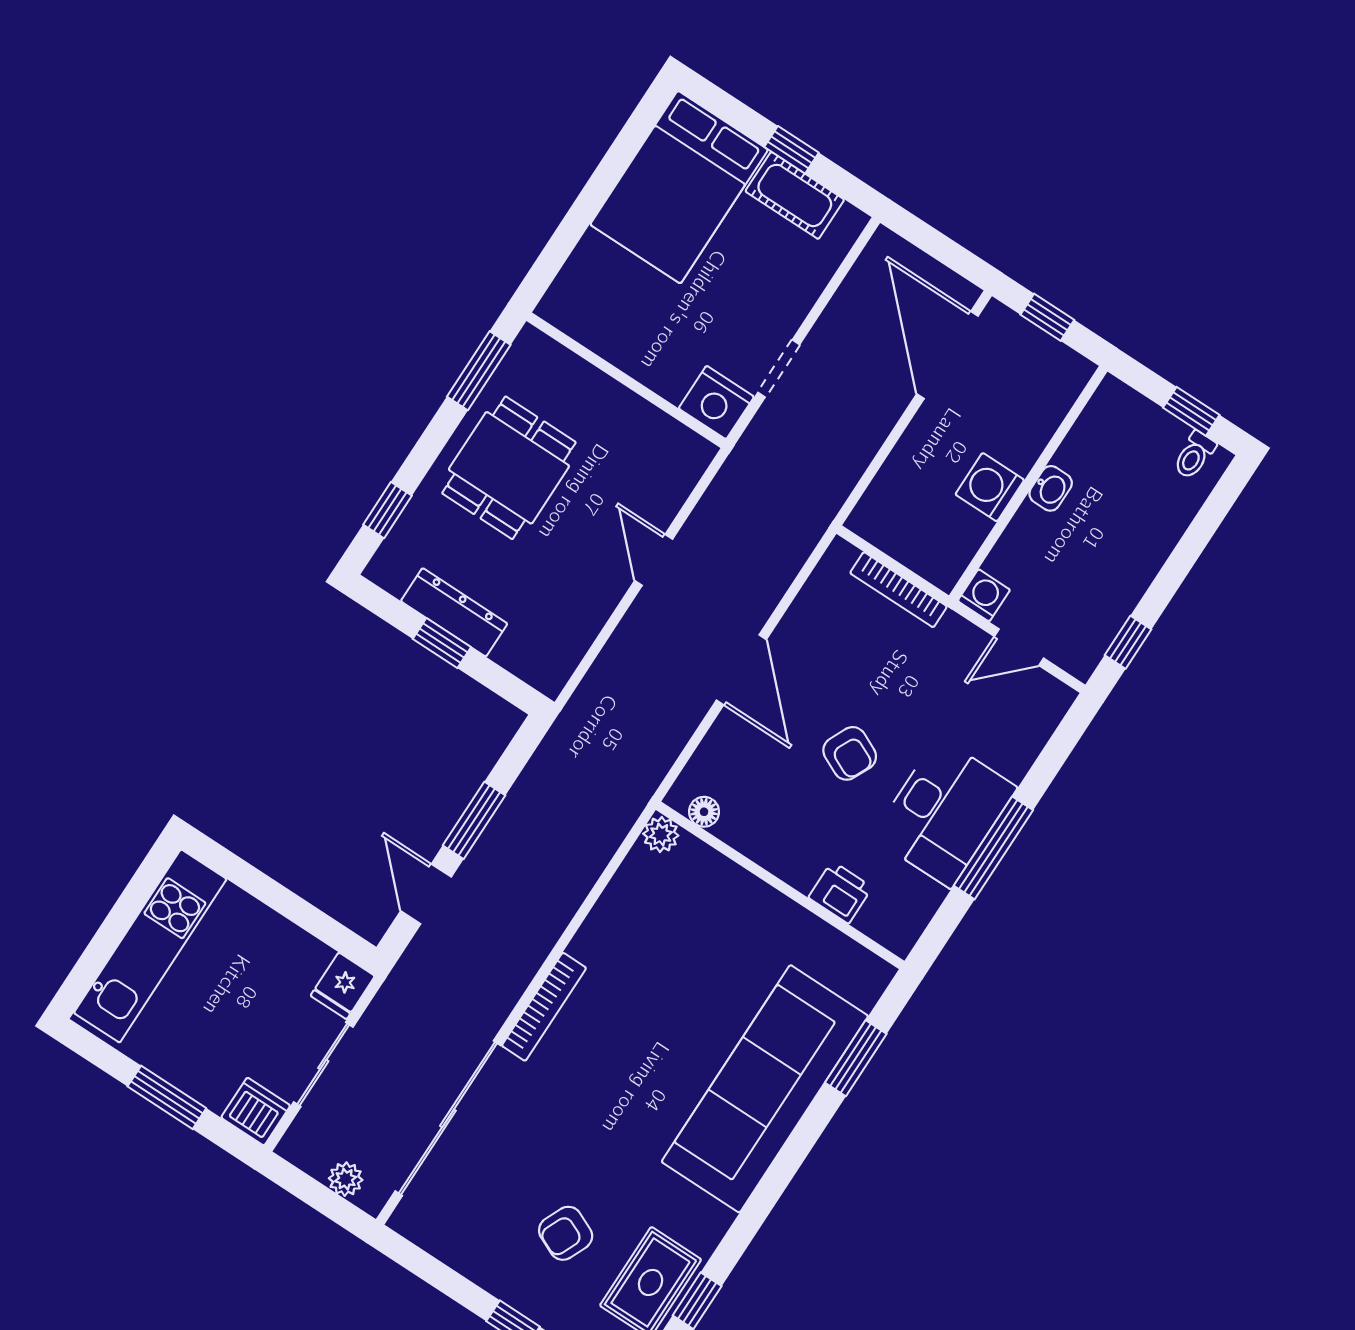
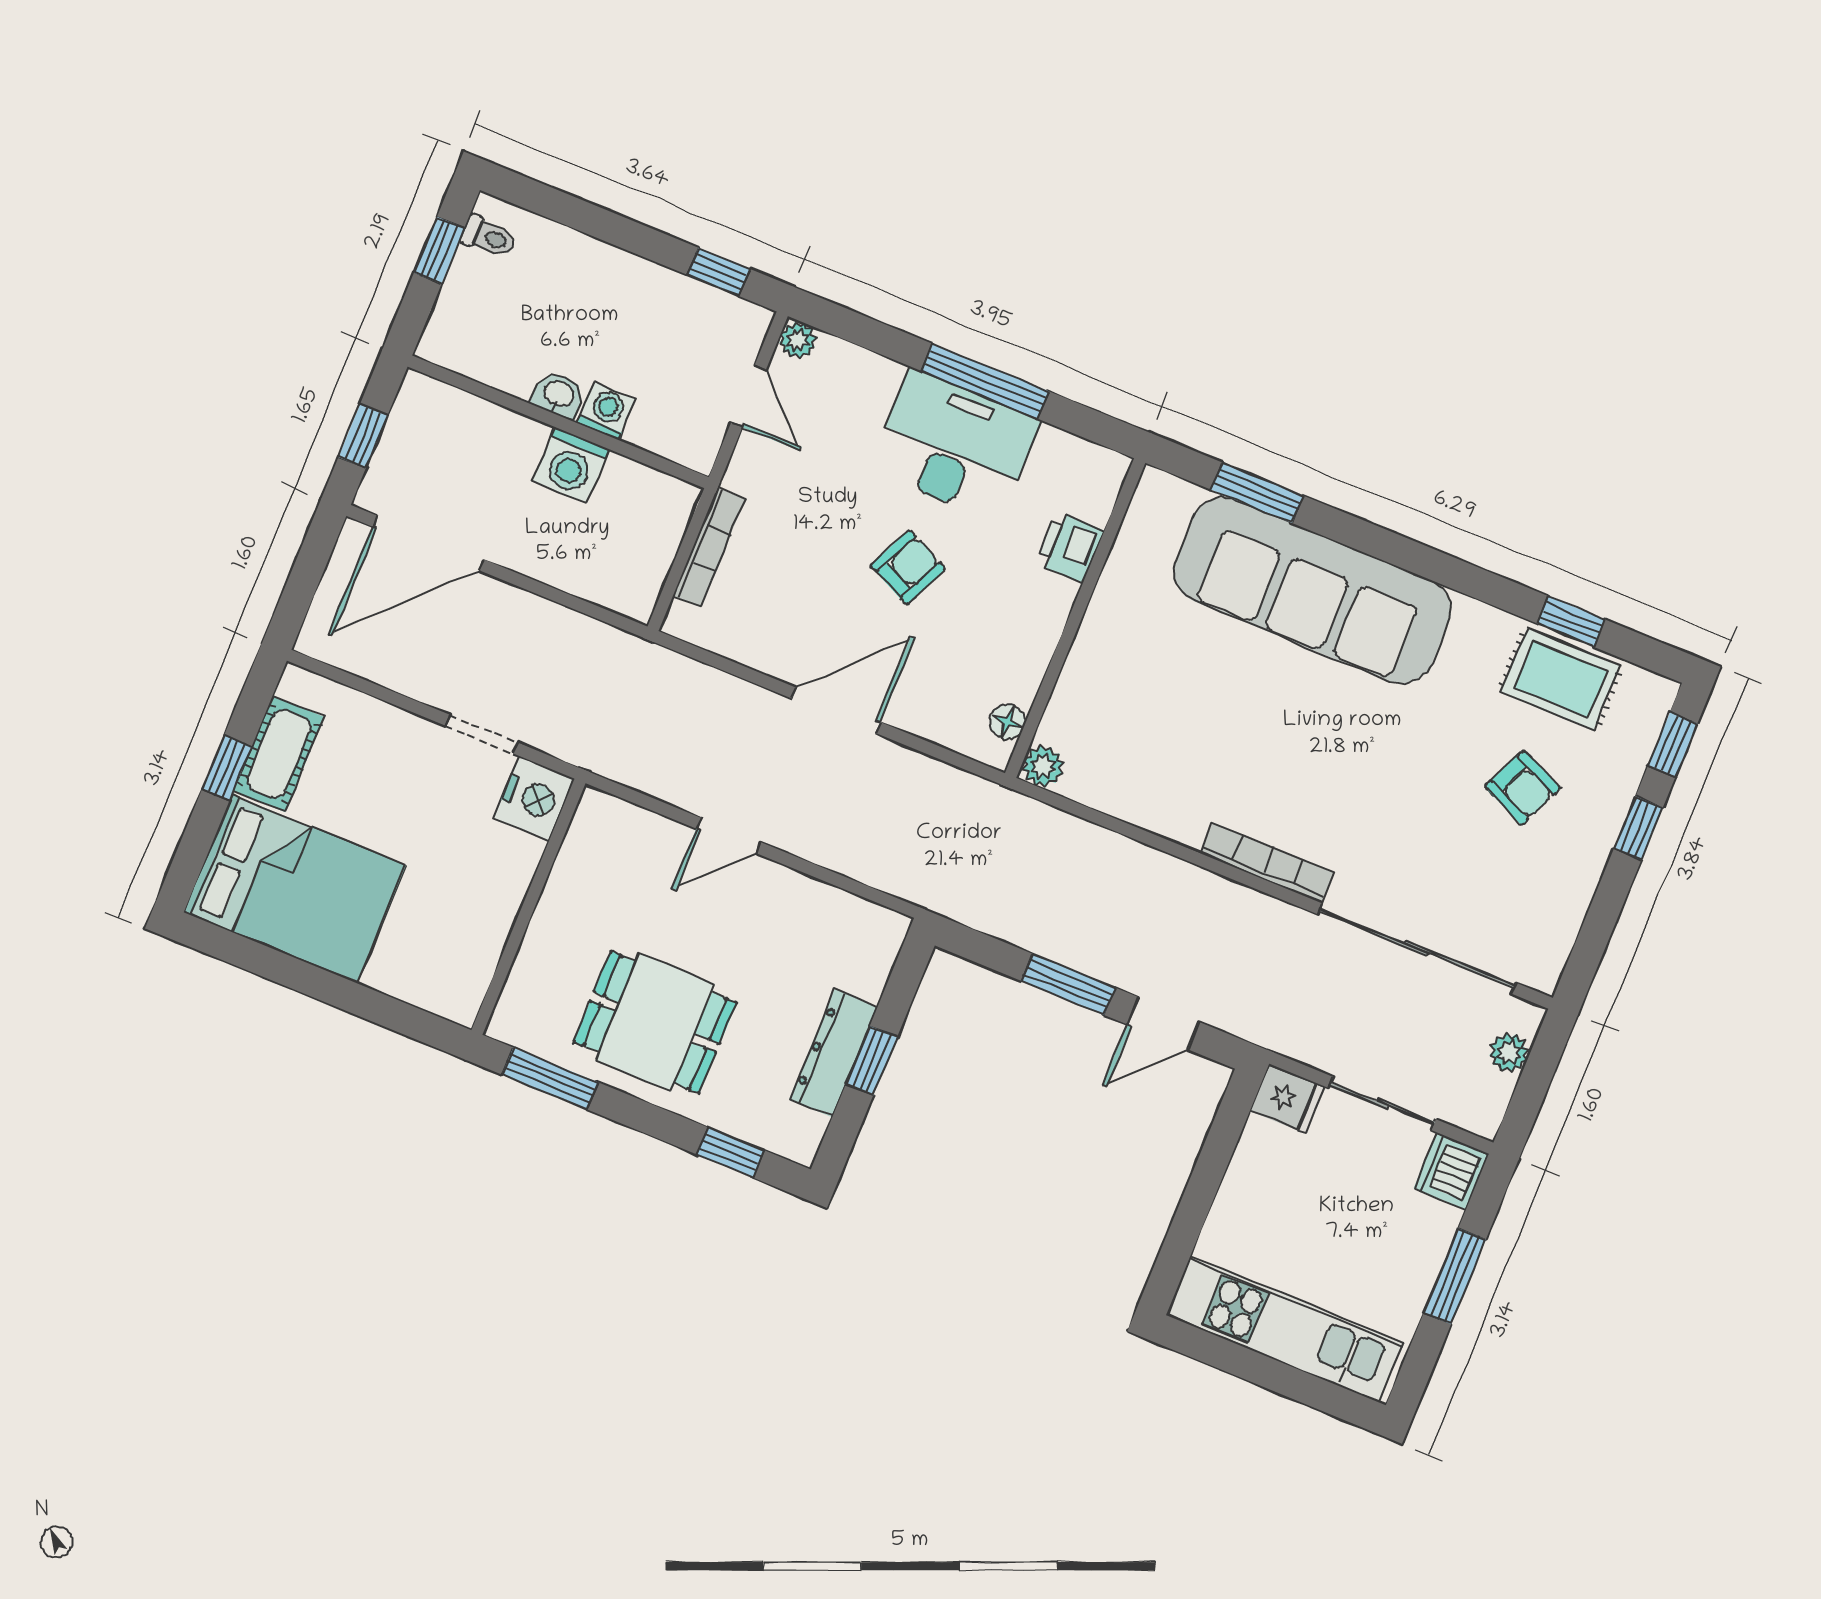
washing machine: (984, 595) -> (607, 411), moved, turned 90
plant: (1058, 698) -> (798, 340), added

